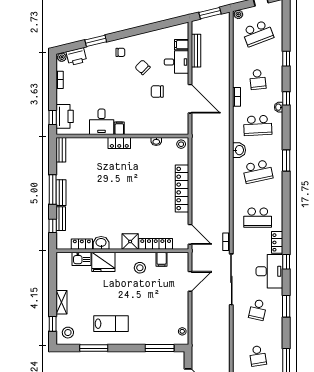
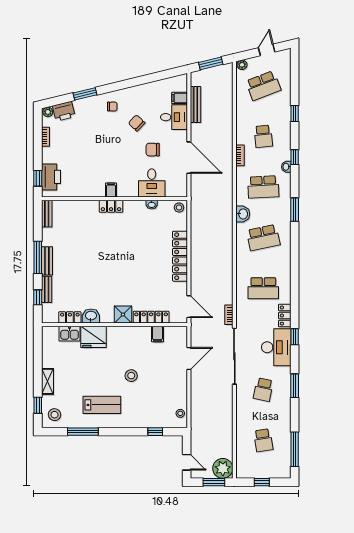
desk: (102, 122) -> (152, 183), moved
window: (286, 161) -> (295, 210), moved
stool: (140, 268) -> (131, 376), moved
window: (160, 348) -> (155, 432), width x0.46

